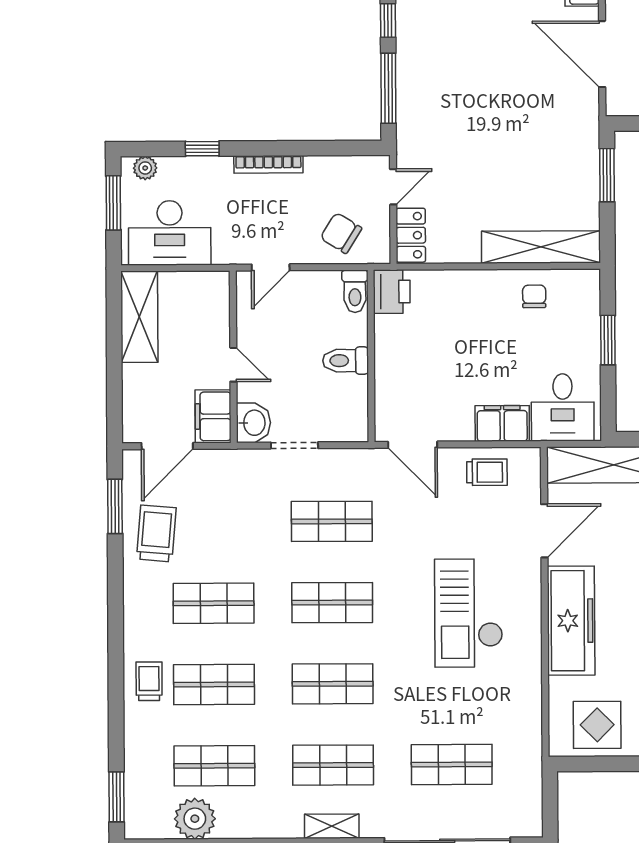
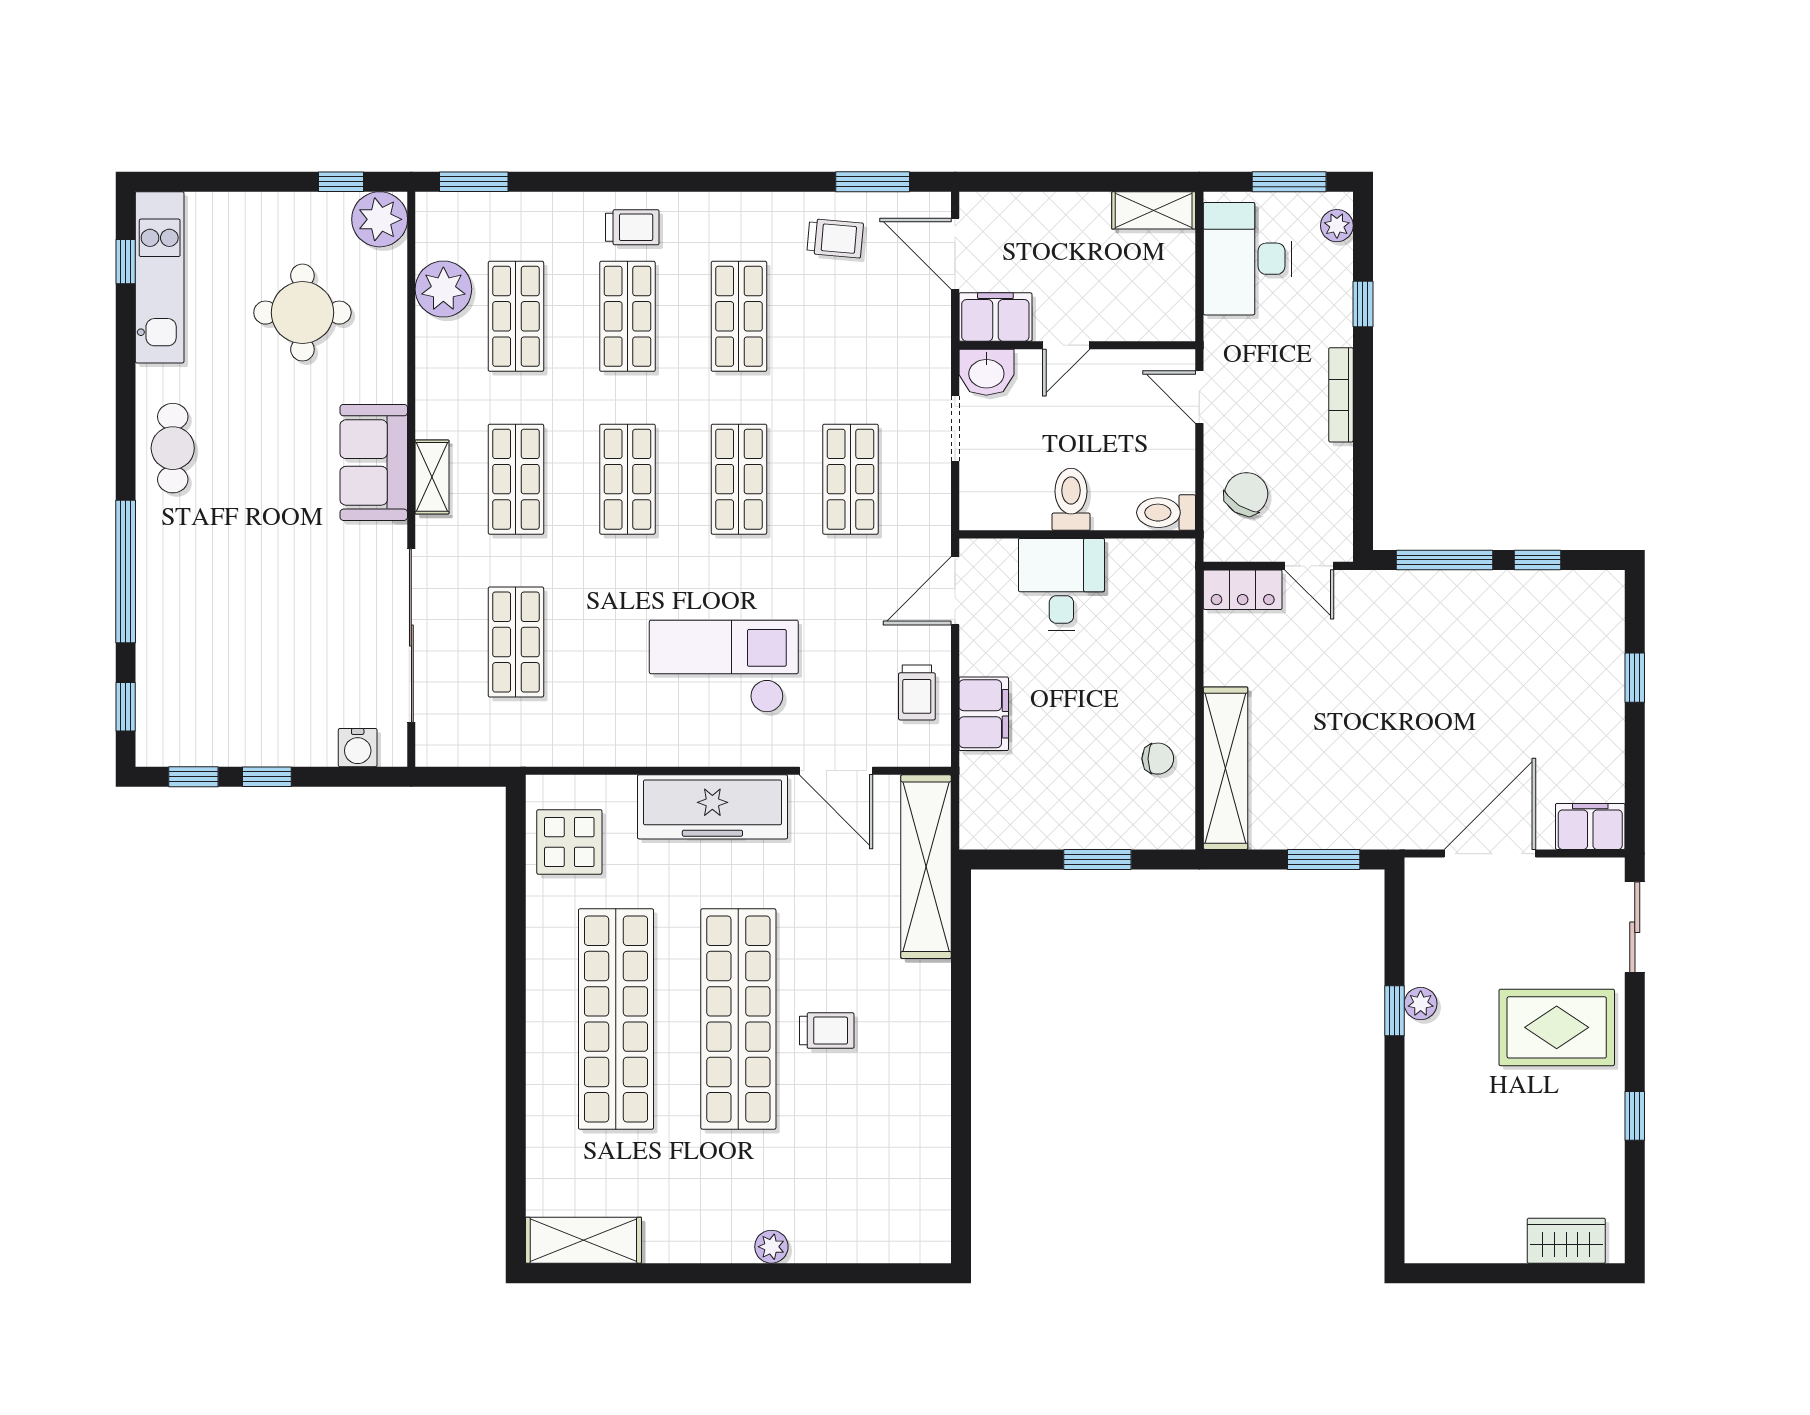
printer: (392, 292) -> (1165, 563), removed
shelving: (139, 317) -> (1154, 210), width x0.67, depth x0.75
desk: (563, 407) -> (1061, 585), moved, turned 90
trolley: (156, 533) -> (835, 238), width x0.73, depth x0.72

